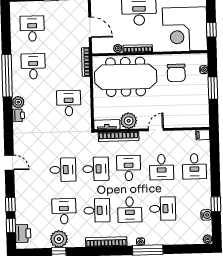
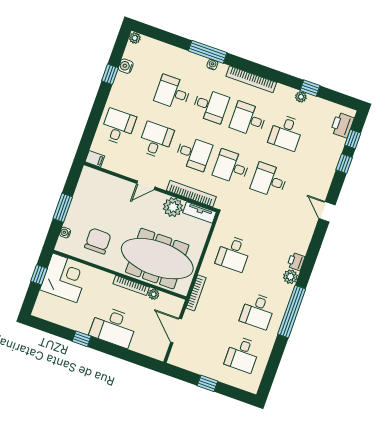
corner desk: (185, 29) -> (65, 278), width x0.74, depth x0.74
desk: (129, 168) -> (194, 153), turned -90
desk: (130, 210) -> (210, 106), turned 90
plant: (59, 239) -> (301, 97), width x0.53, depth x0.53

